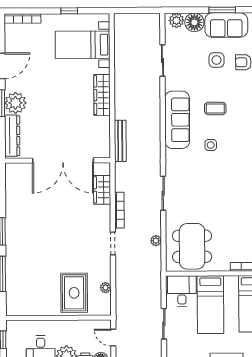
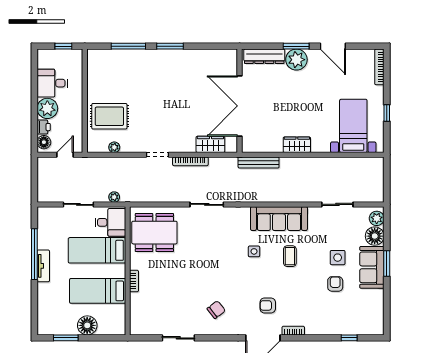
wardrobe: (102, 95) -> (297, 145), width x0.67
plant: (156, 241) -> (114, 197), moved

